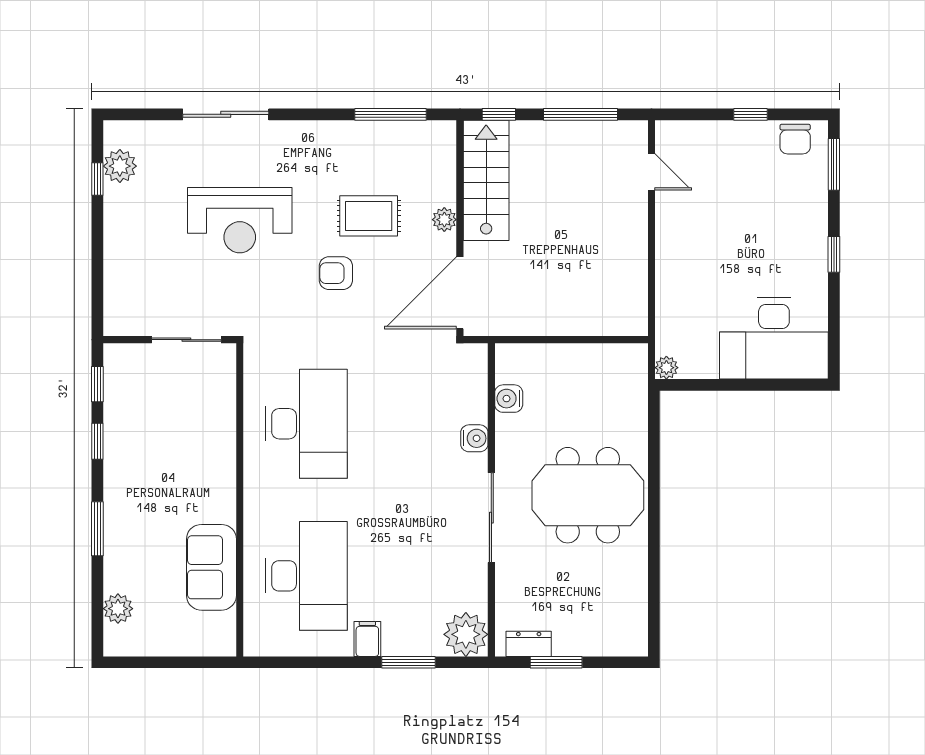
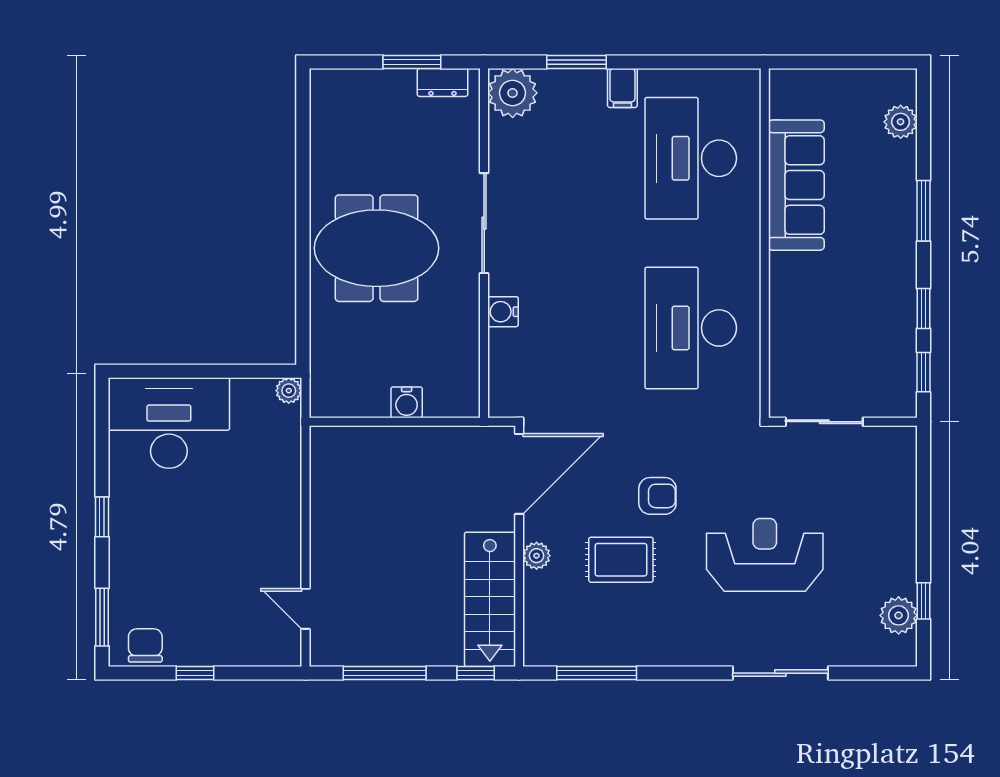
water cooler: (509, 399) -> (407, 402), moved, turned 90
sofa: (211, 567) -> (796, 185), width x1.36

